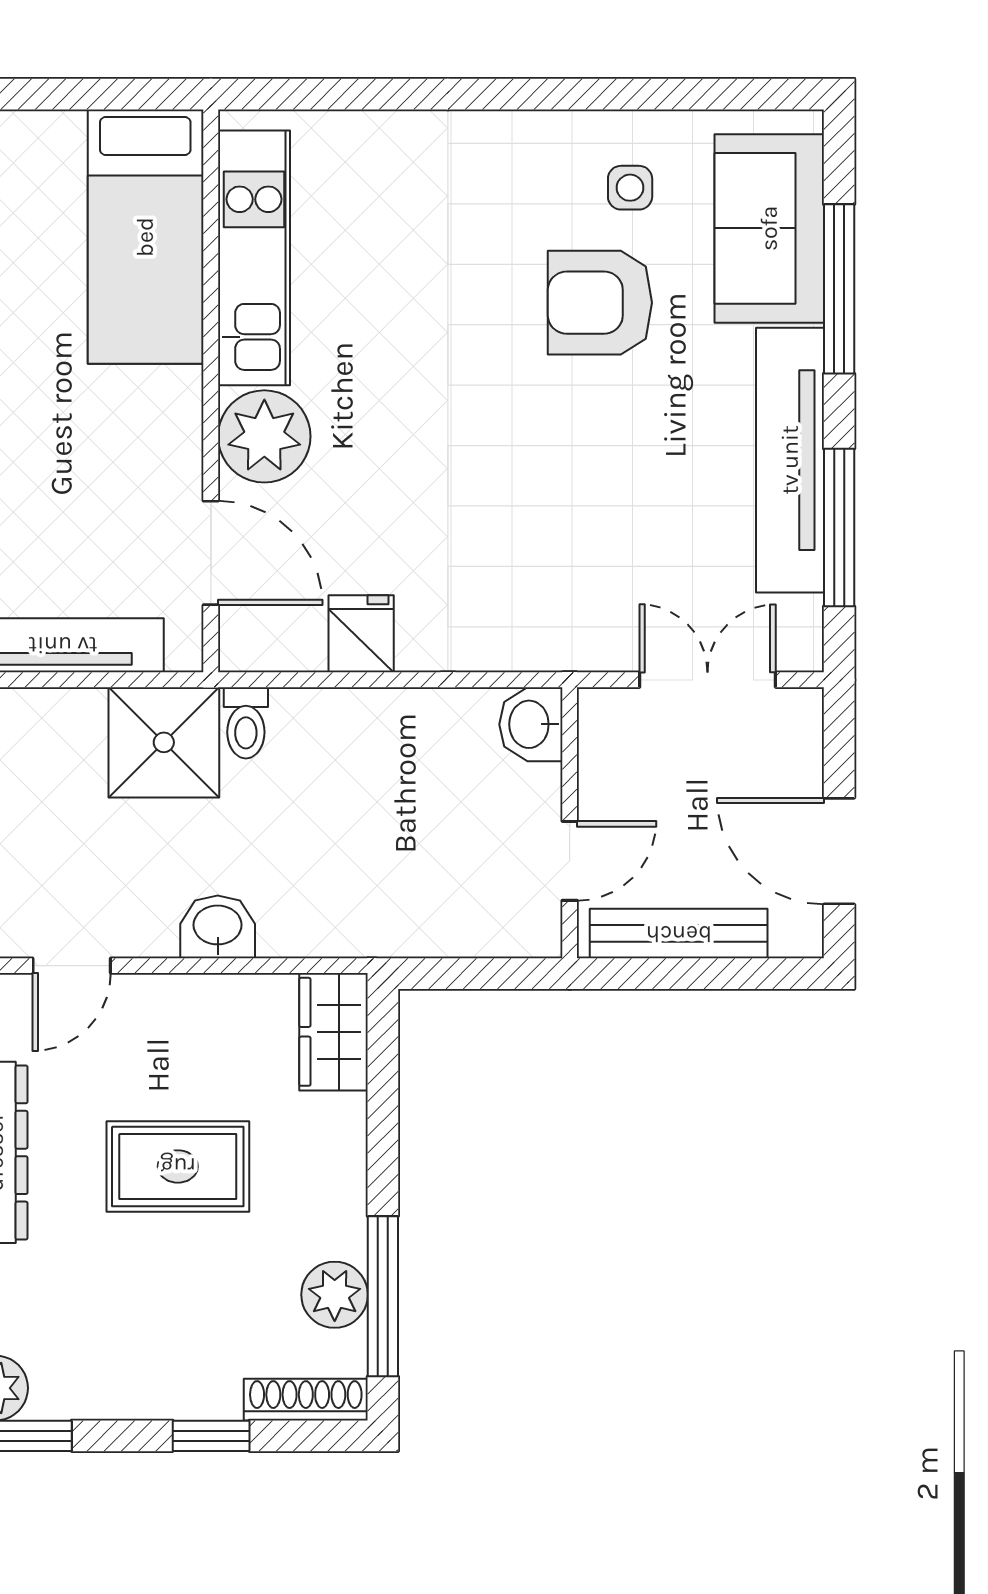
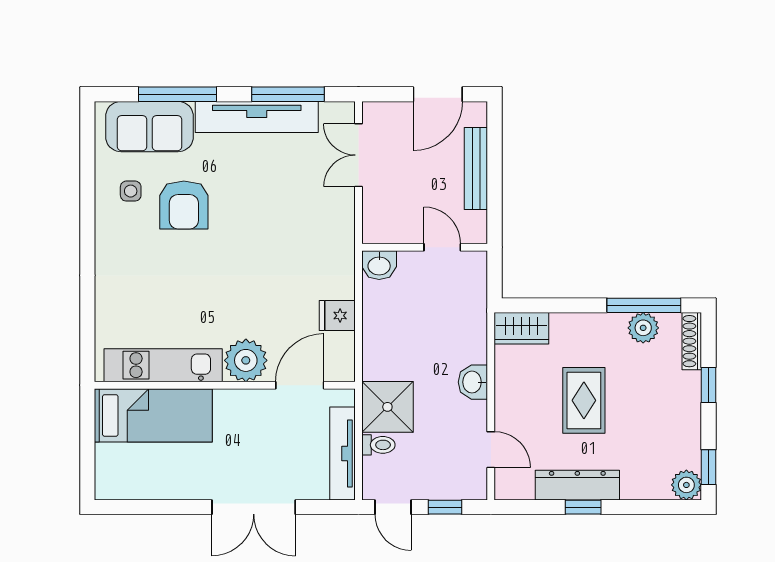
toilet: (246, 723) -> (378, 445), moved
washbasin: (531, 724) -> (379, 265), moved
wall: (570, 823) -> (425, 247), moved
door: (570, 861) -> (442, 247), moved

